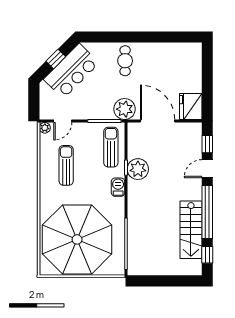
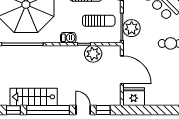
plant: (125, 109) -> (132, 28), moved
door: (158, 121) -> (122, 70), hinge flipped
sun lounger: (111, 147) -> (99, 21), moved
plant: (138, 169) -> (93, 54), moved

